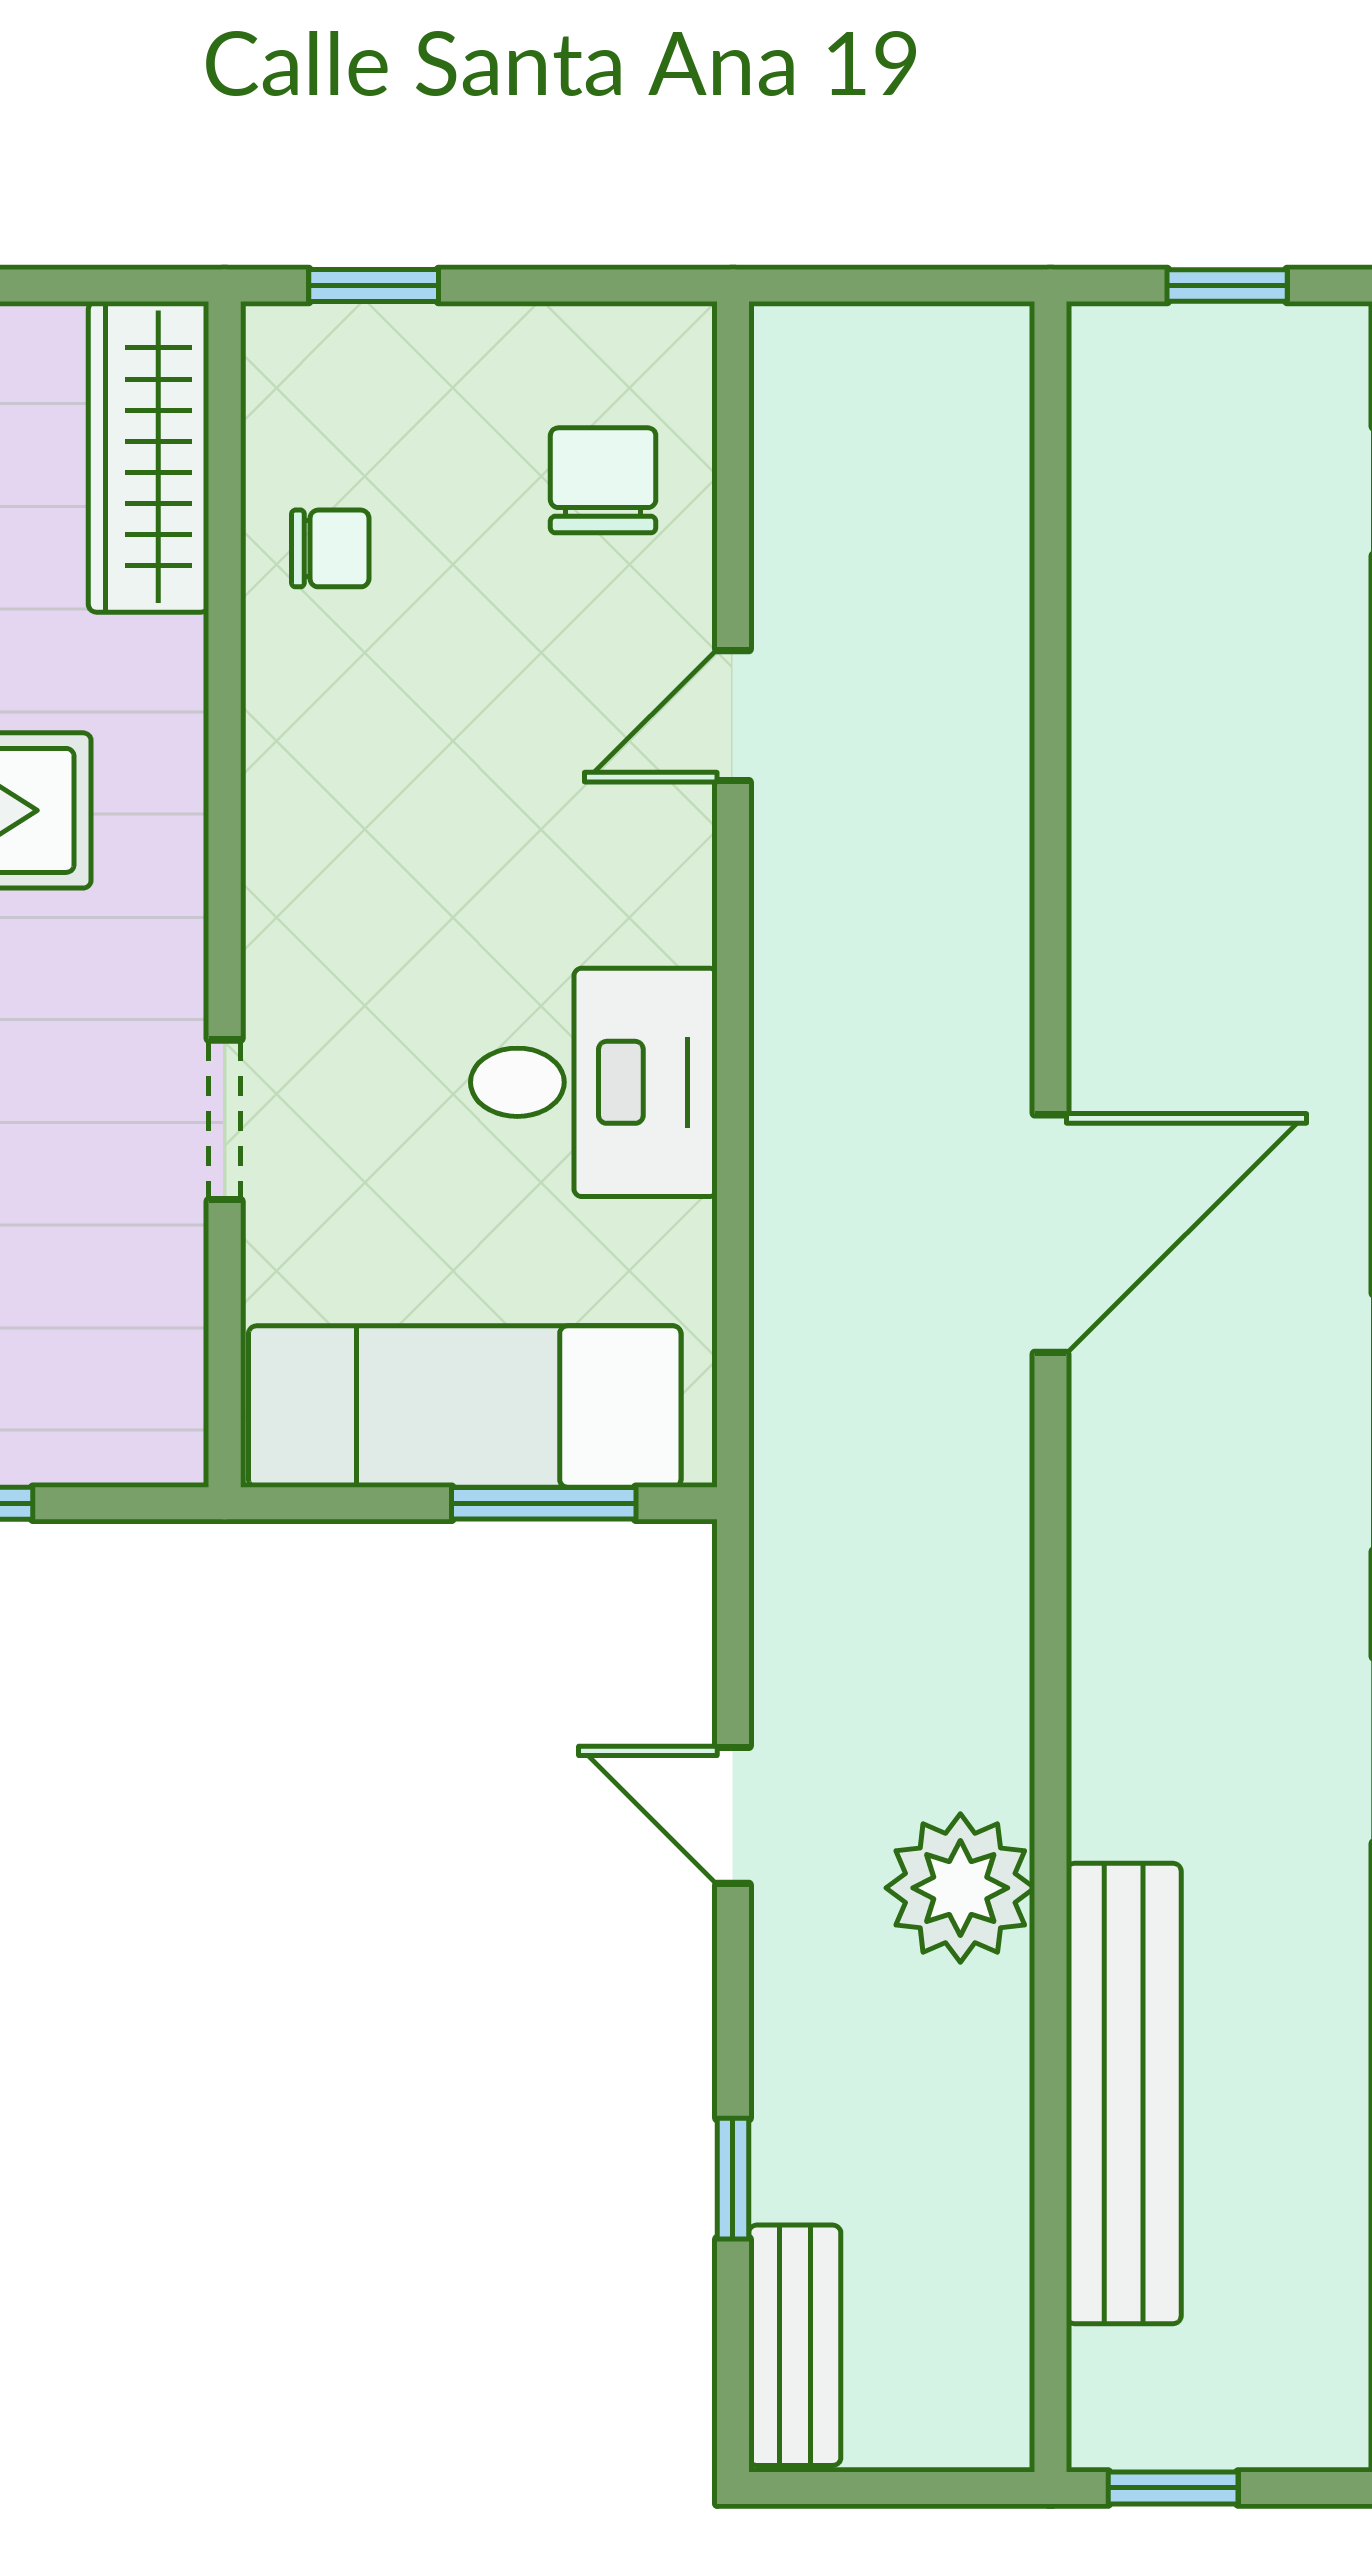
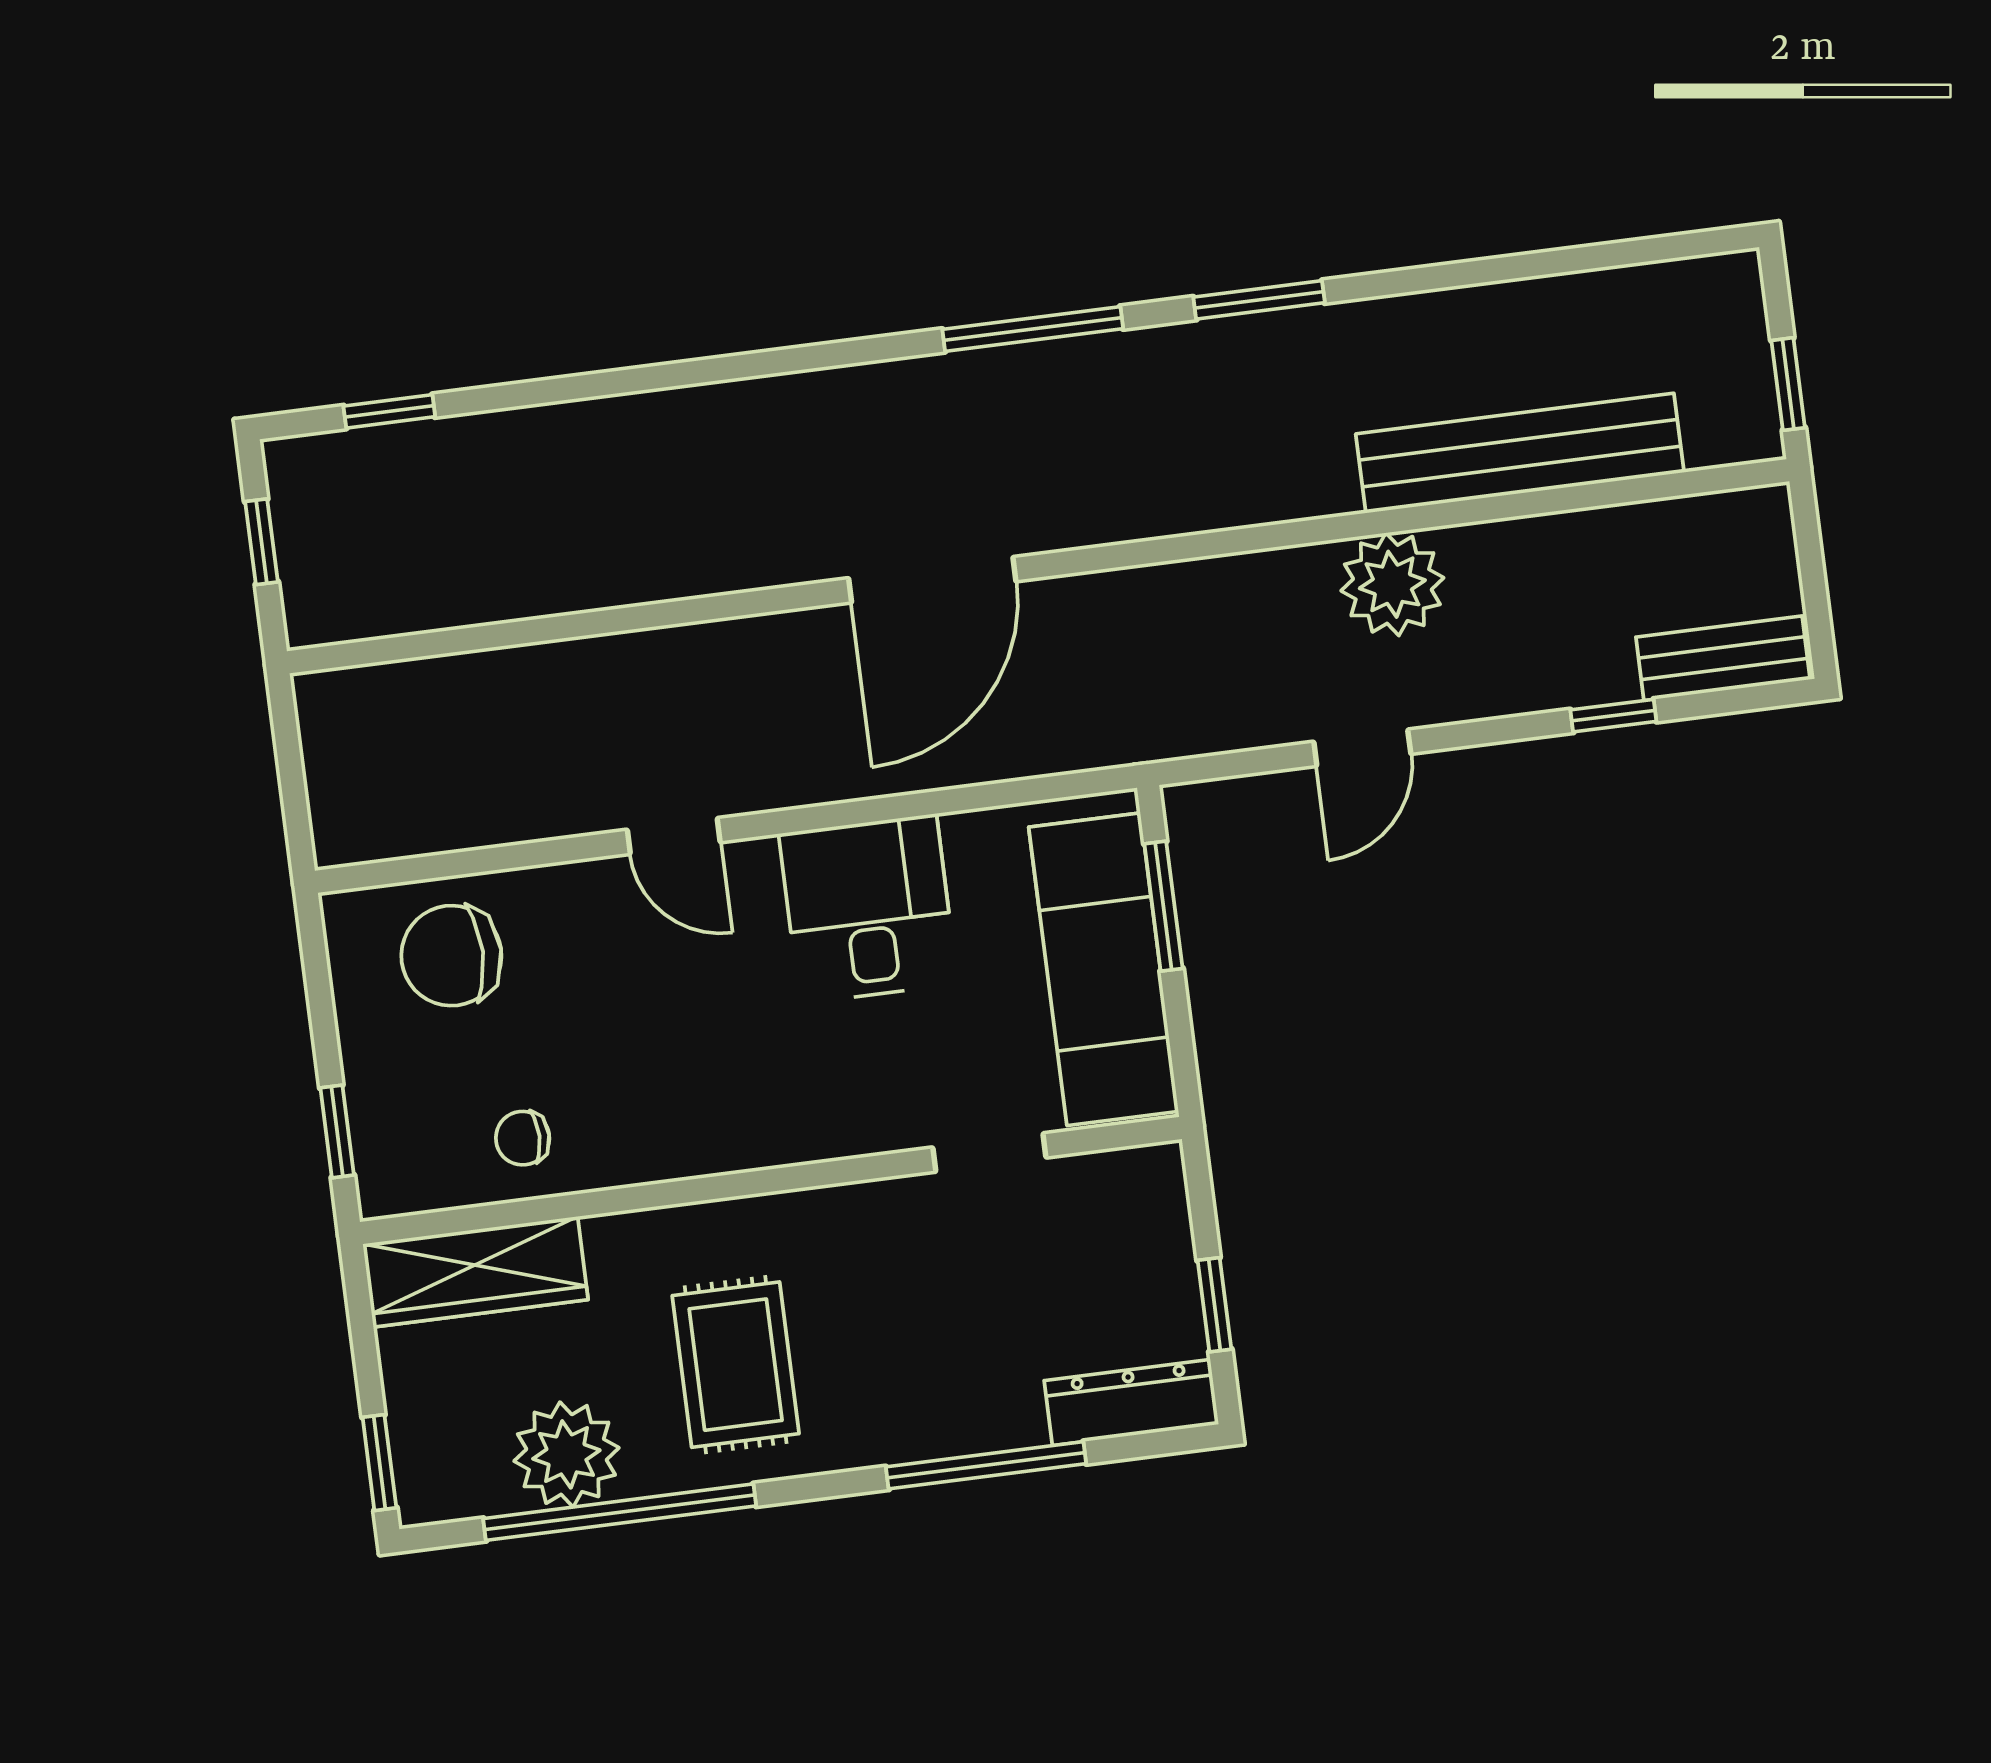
chair: (603, 480) -> (451, 956), width x1.37, depth x1.37
chair: (330, 548) -> (523, 1138), turned -90
door: (733, 716) -> (674, 836), moved
doorway: (225, 1120) -> (989, 1153), moved
door: (1051, 1234) -> (932, 580), swing flipped

